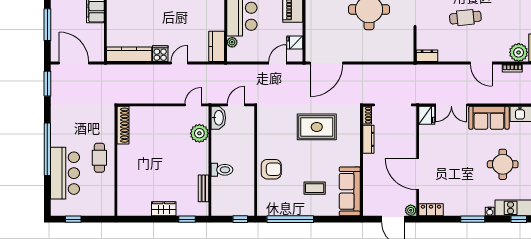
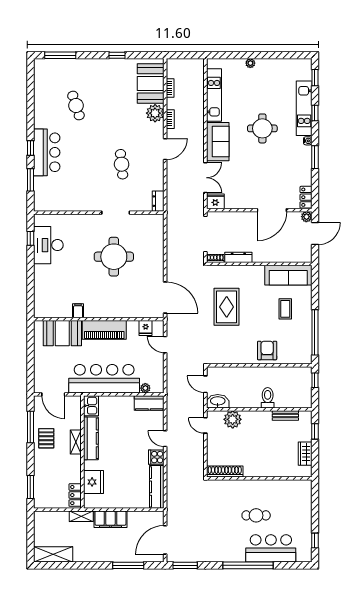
shoe rack: (123, 125) -> (225, 471), moved
wall: (116, 161) -> (259, 478), moved

